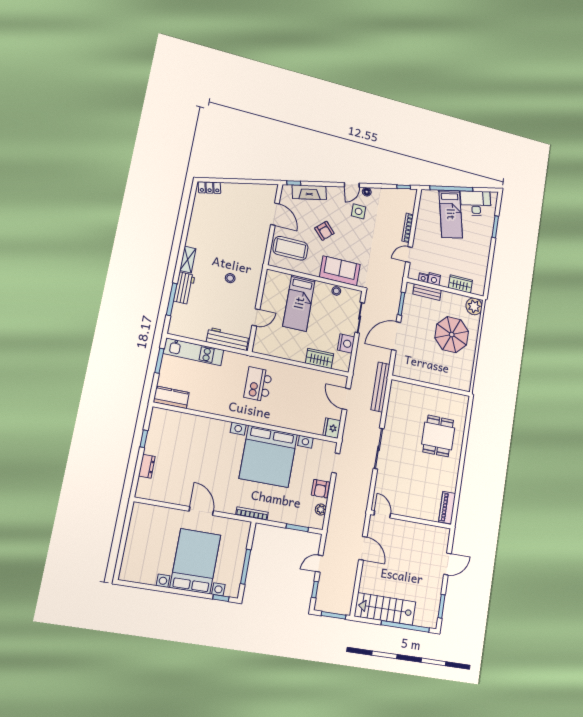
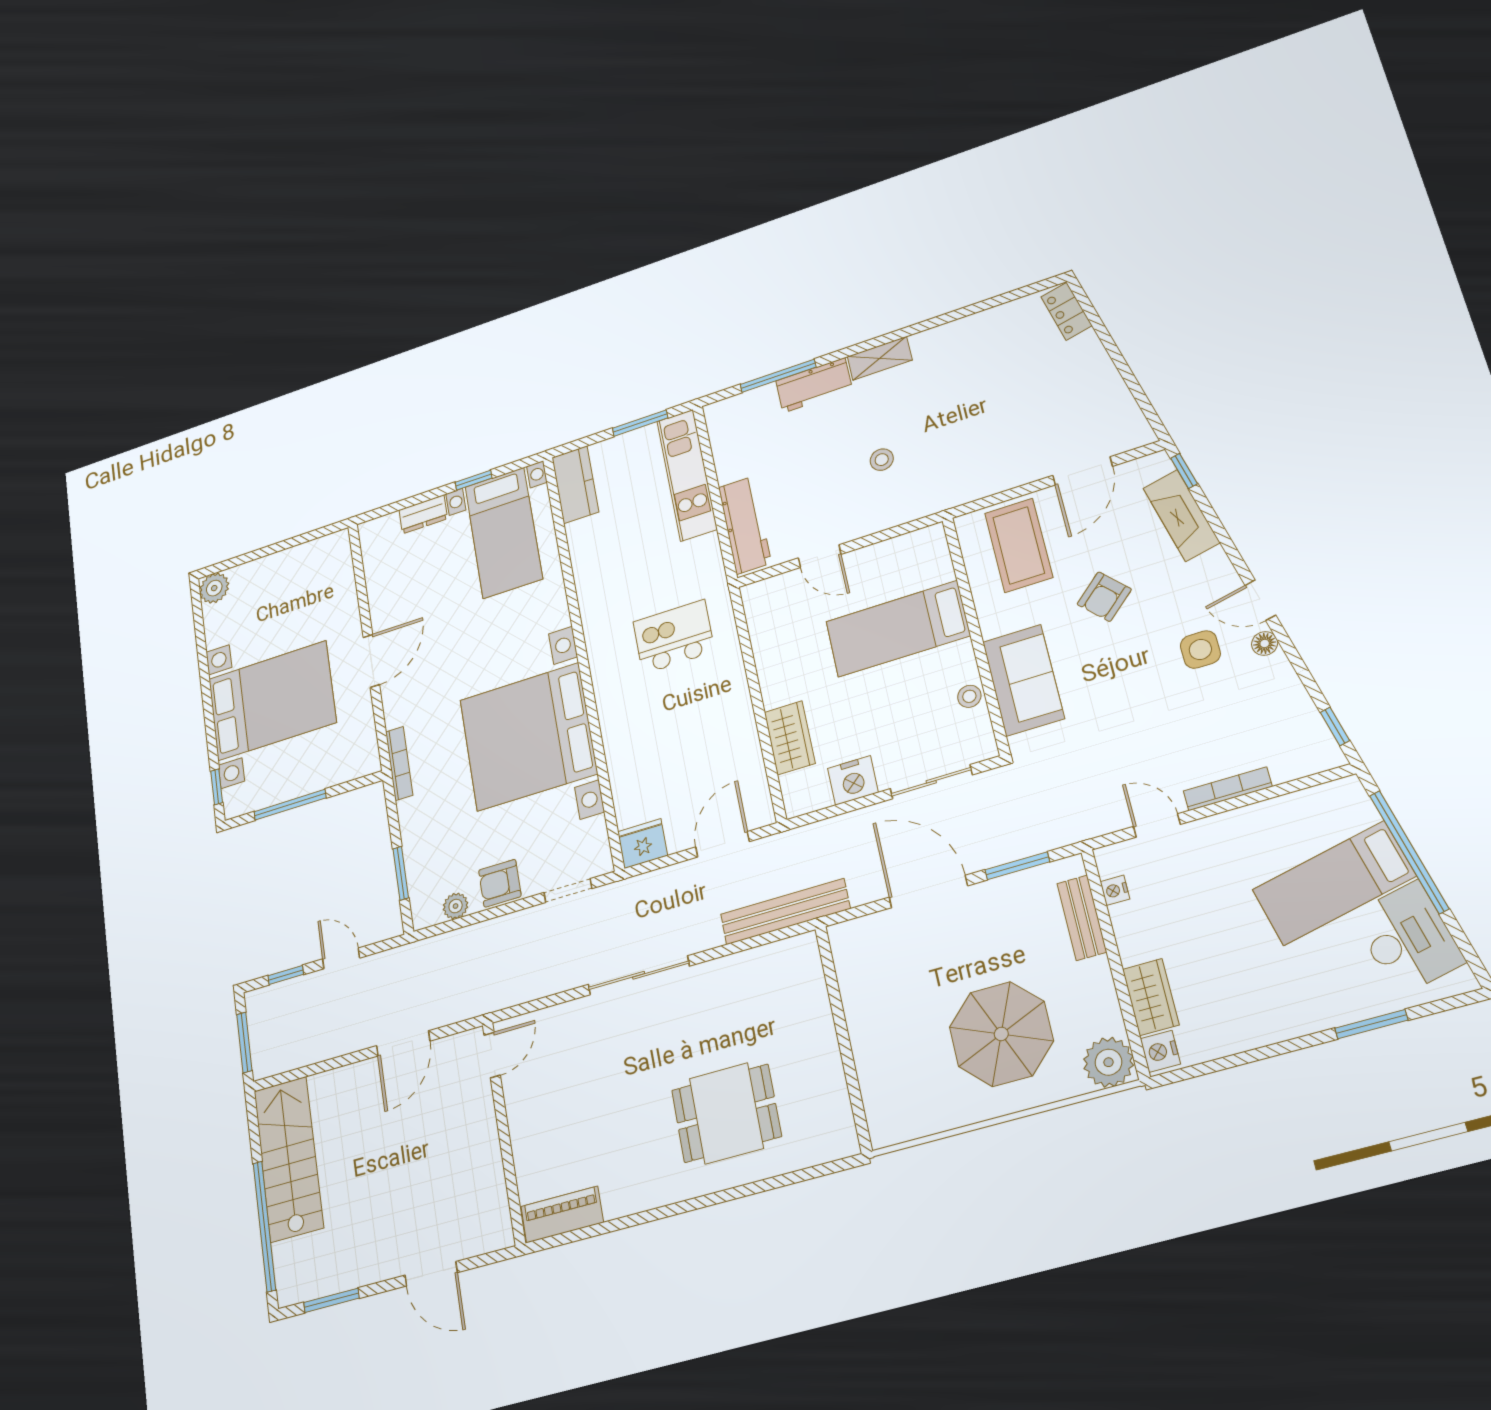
nightstand: (434, 279) -> (1160, 1051), moved
bed with nightstands: (175, 435) -> (504, 533), added
plant: (127, 573) -> (214, 588), added

